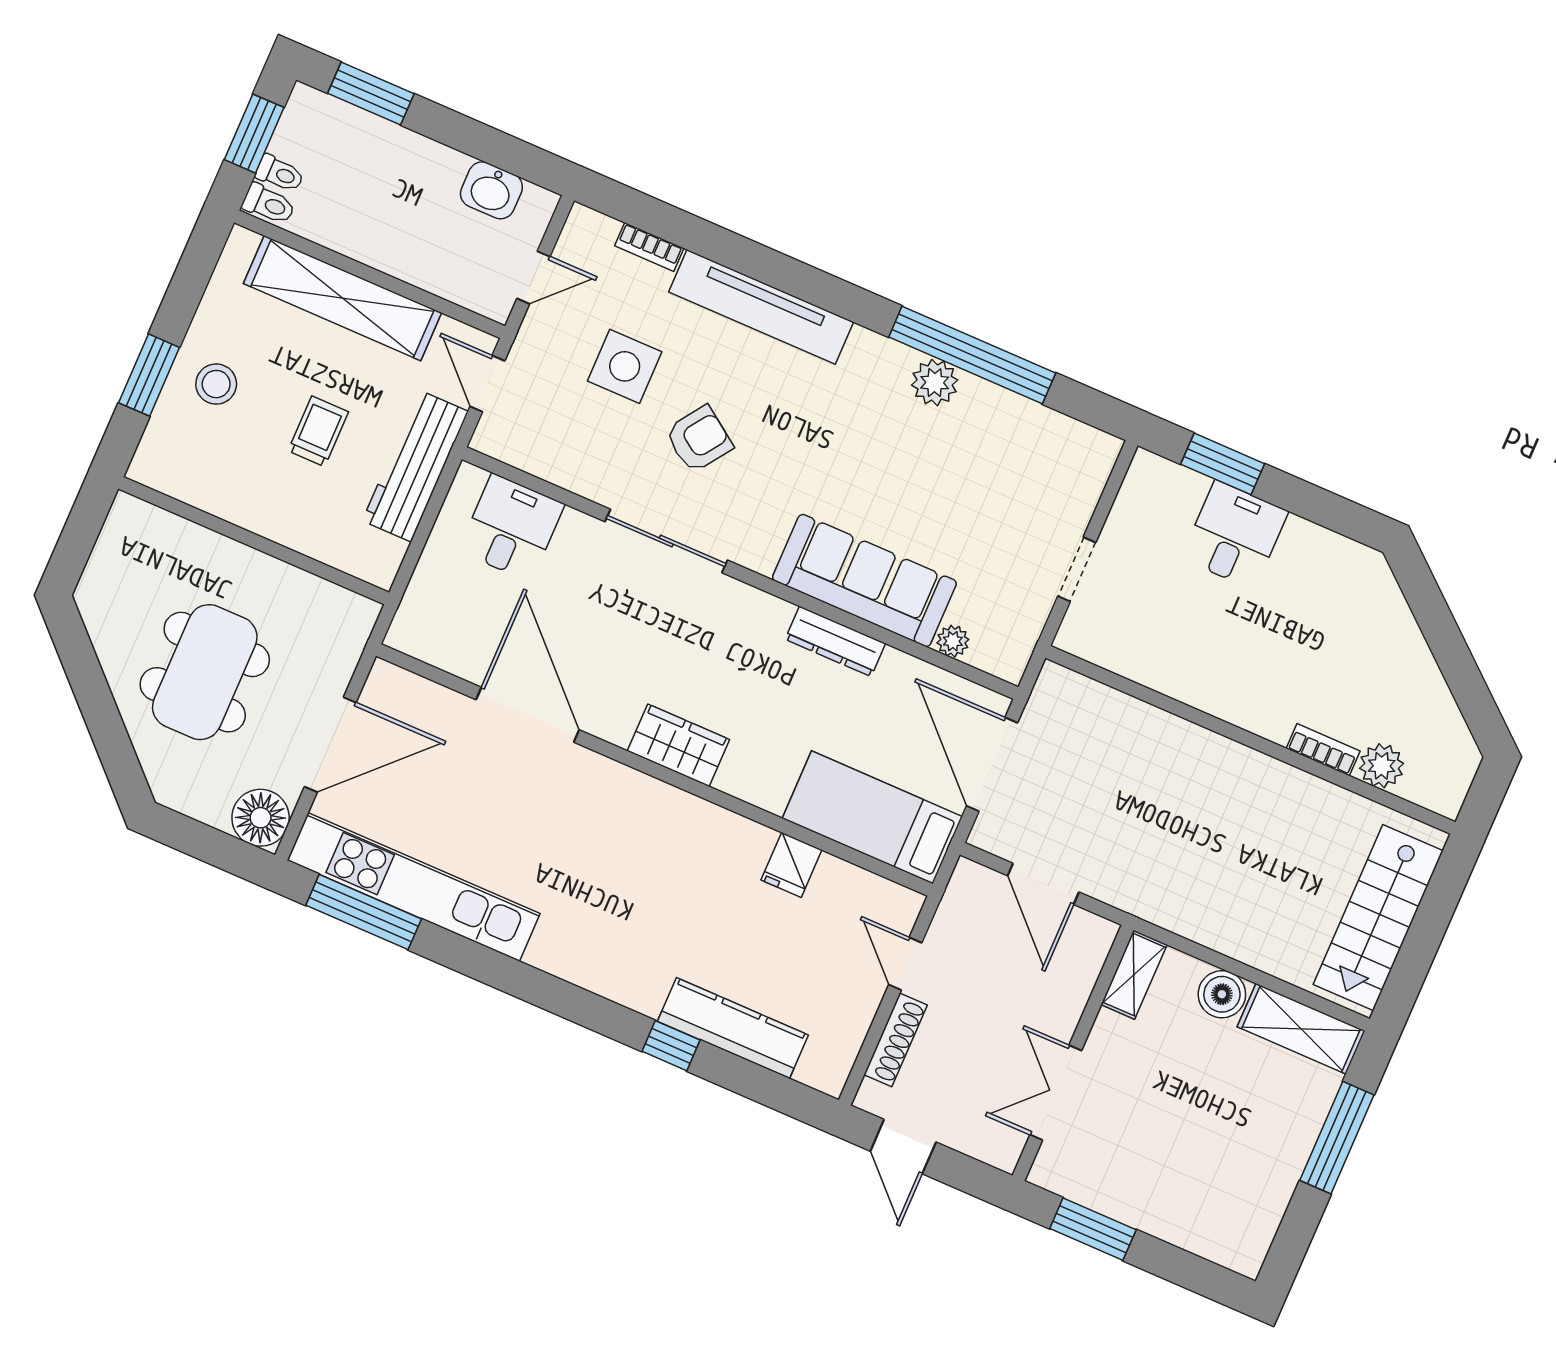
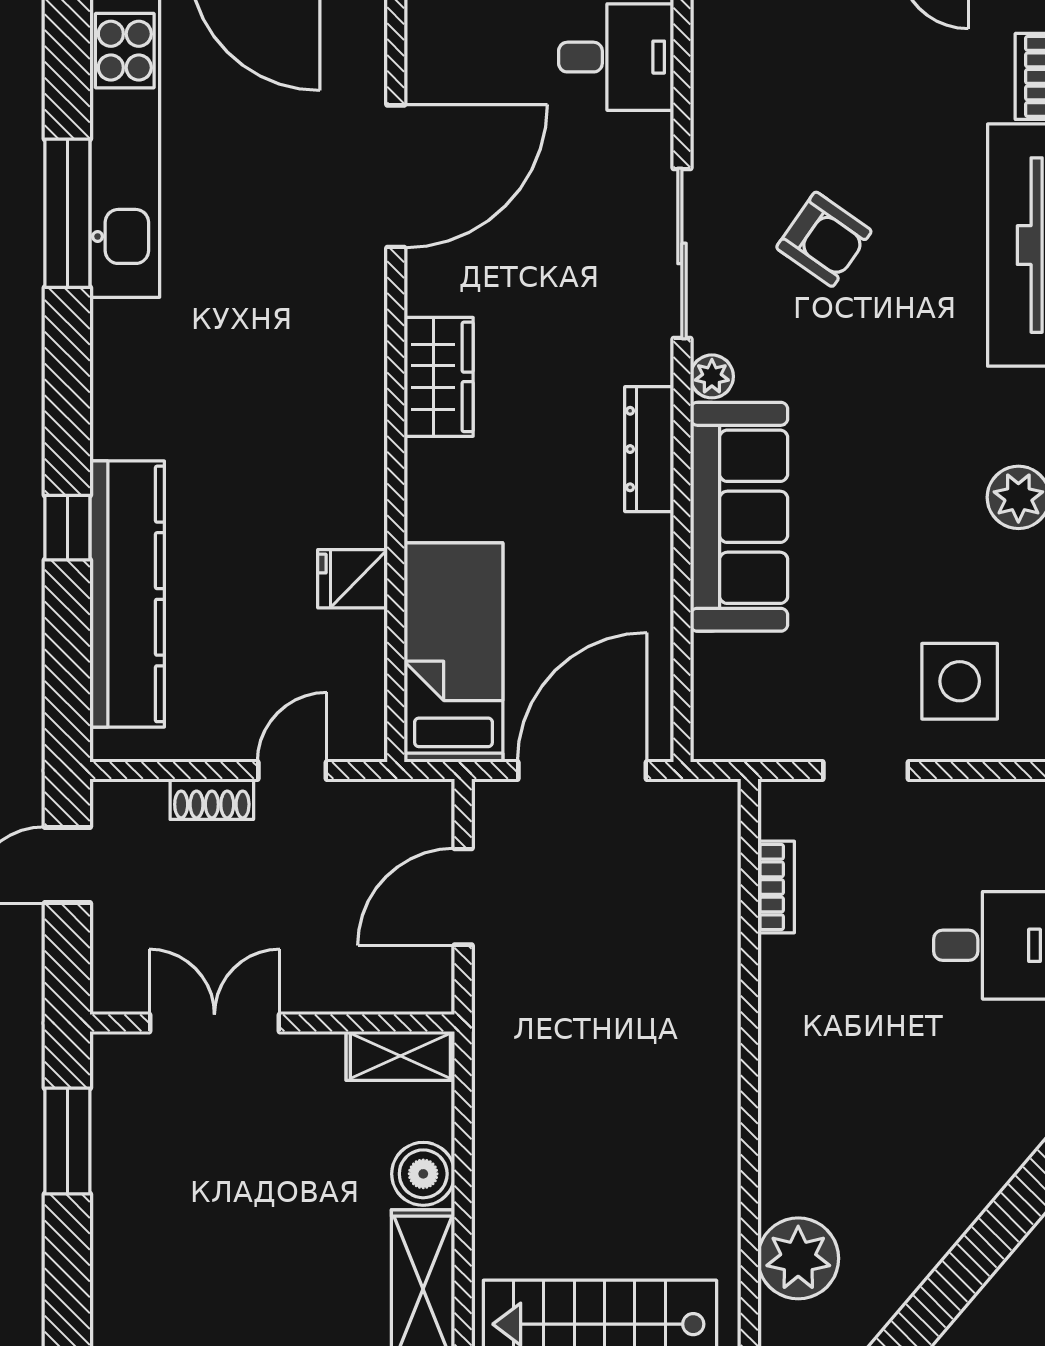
side table: (625, 366) -> (960, 681), moved
dresser: (835, 641) -> (649, 449), moved
plant: (953, 641) -> (712, 376), moved
bookcase: (1323, 750) -> (776, 887), moved
plant: (1382, 766) -> (798, 1258), width x1.36, depth x1.36
window: (364, 912) -> (67, 213), moved
kitchen counter: (733, 1028) -> (127, 594), width x1.39, depth x1.17
shoe rack: (896, 1040) -> (212, 799), width x0.70

